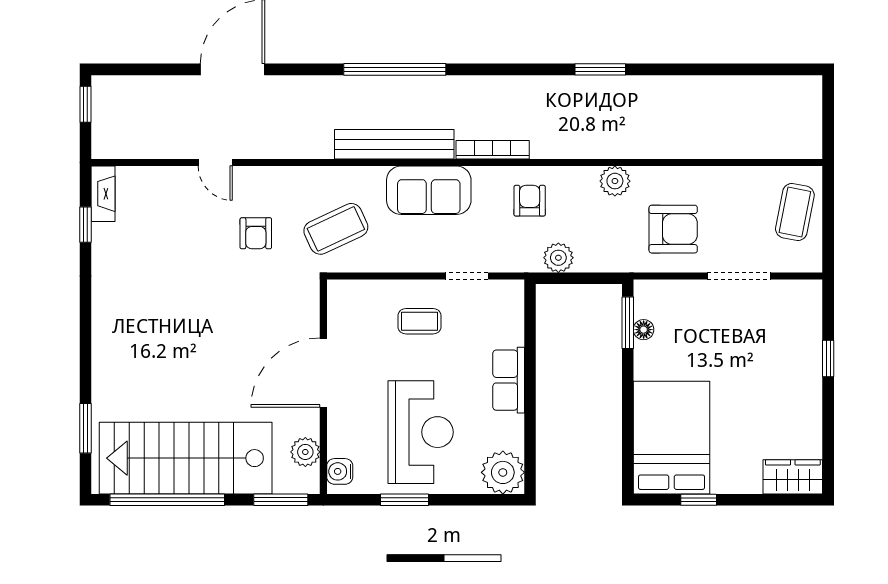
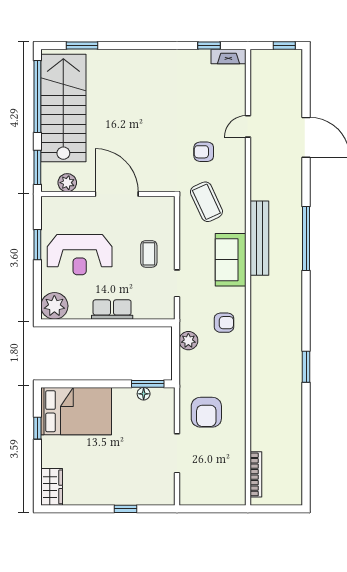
bookcase: (493, 150) -> (256, 474), moved
plant: (615, 181) -> (236, 376), removed
coffee table: (795, 212) -> (217, 488), removed
water cooler: (340, 471) -> (55, 204), removed

